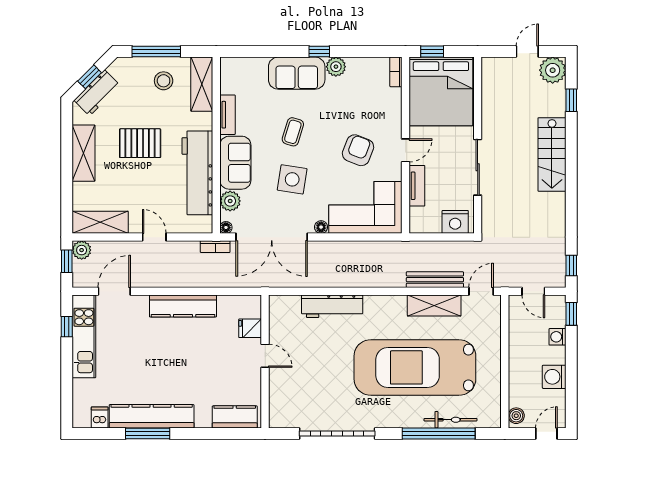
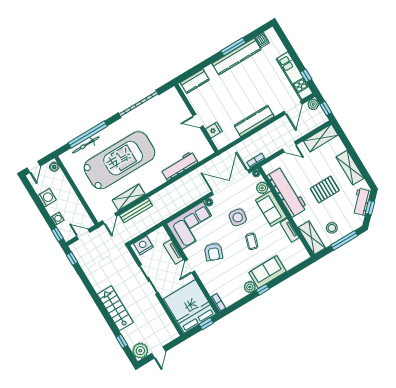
plant: (82, 250) -> (313, 104), moved

